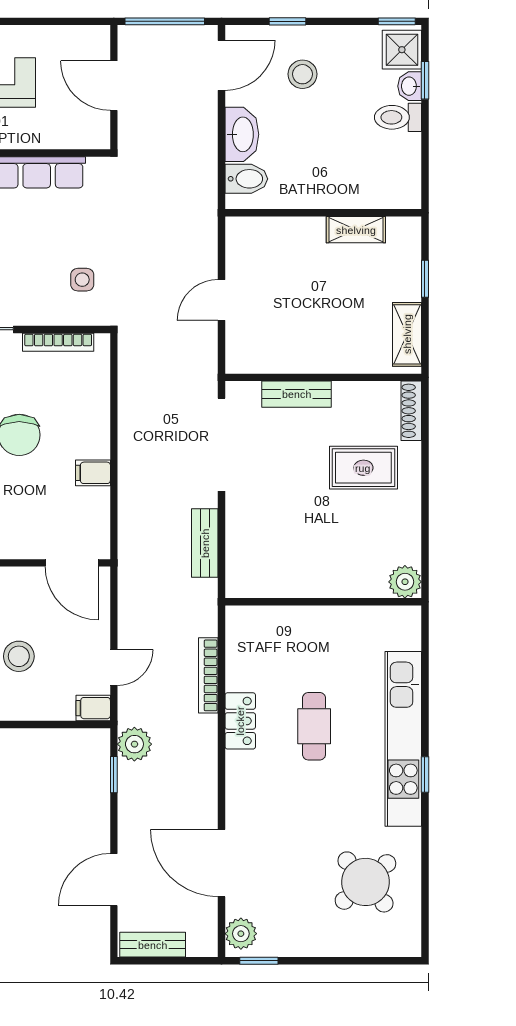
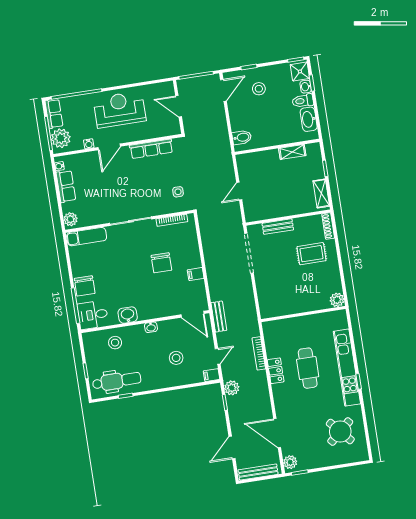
washbasin: (242, 134) -> (309, 119), moved, turned 180
bench: (205, 543) -> (219, 317), moved
cafe table: (314, 726) -> (308, 368), width x1.37, depth x1.35
bench: (153, 945) -> (258, 472), width x1.36

